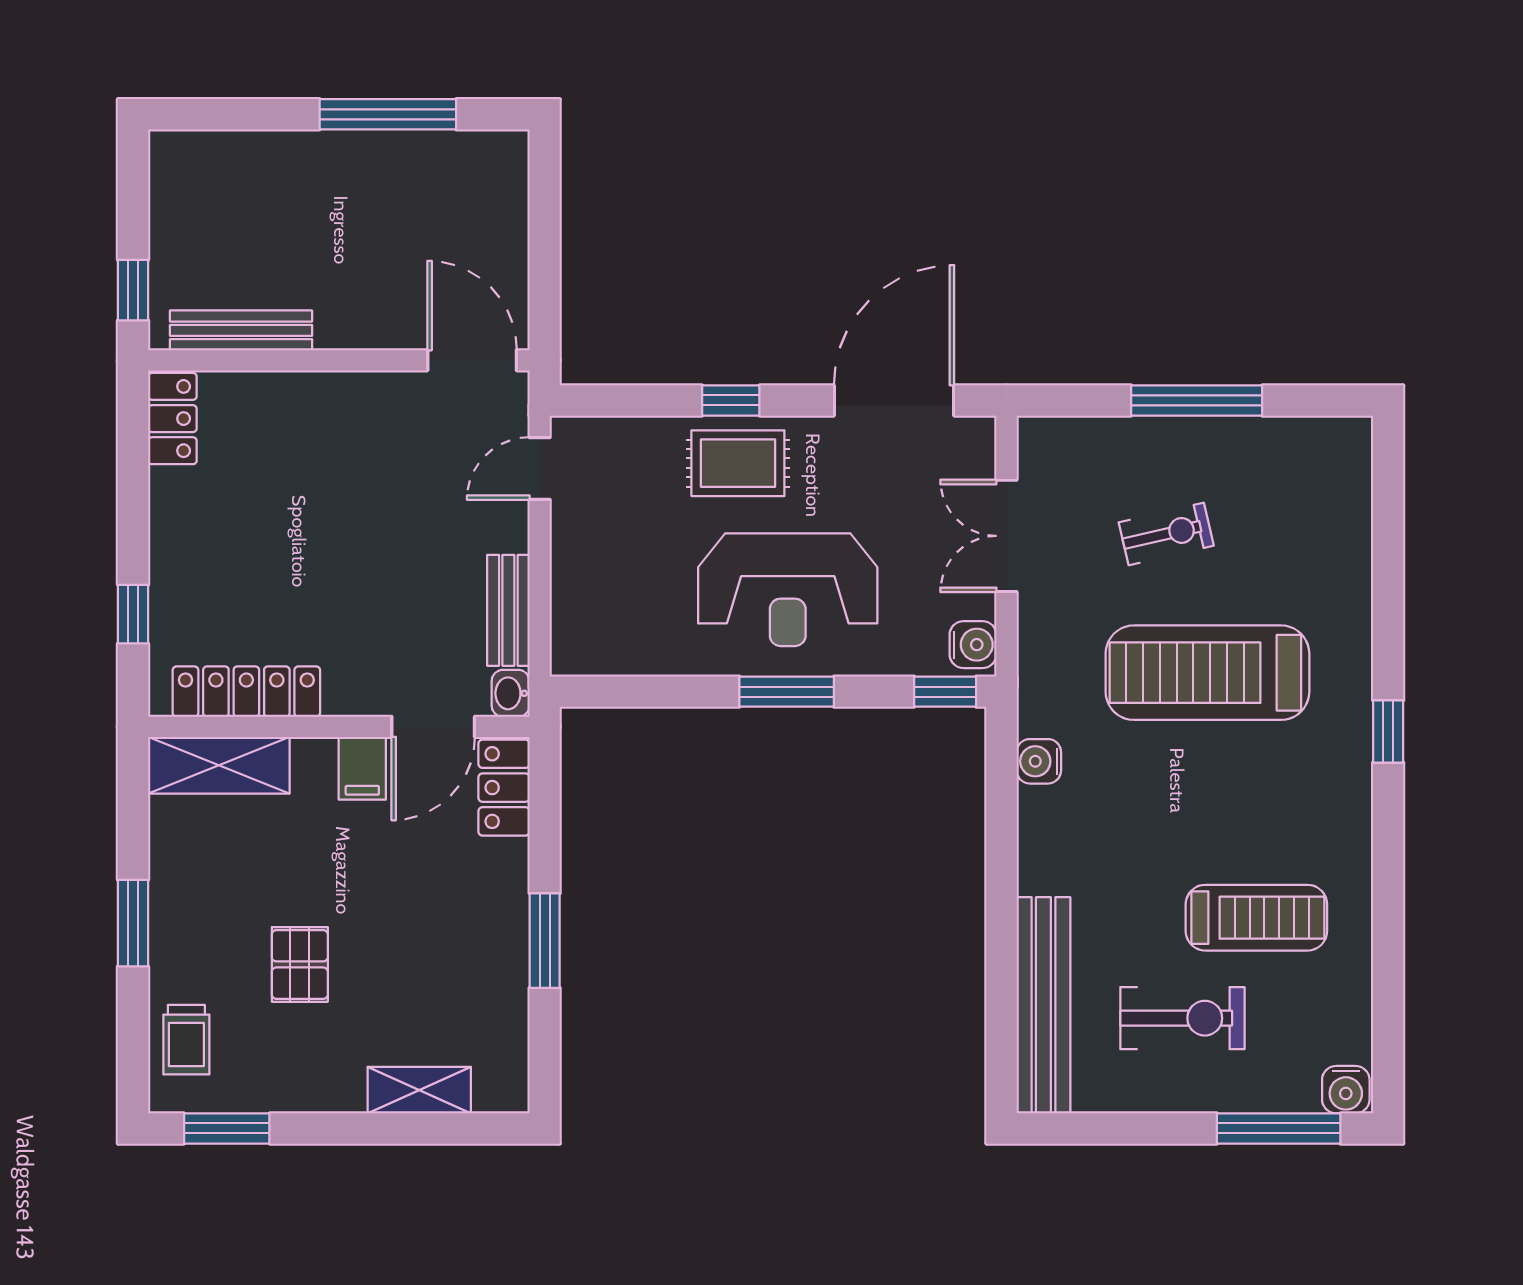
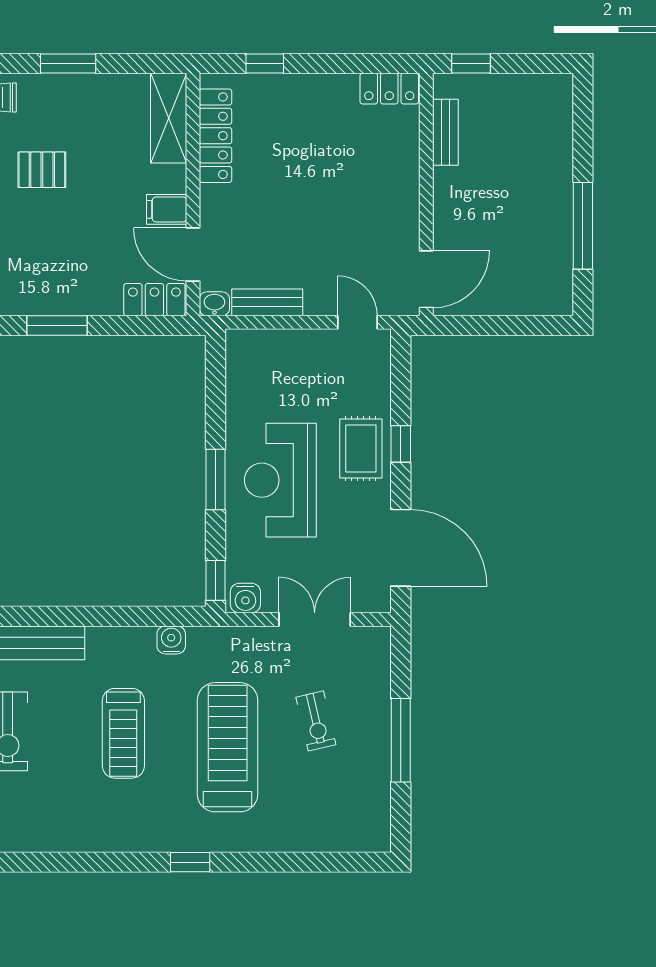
bench: (241, 330) -> (445, 132), width x0.73
treadmill: (1256, 918) -> (123, 733), moved

